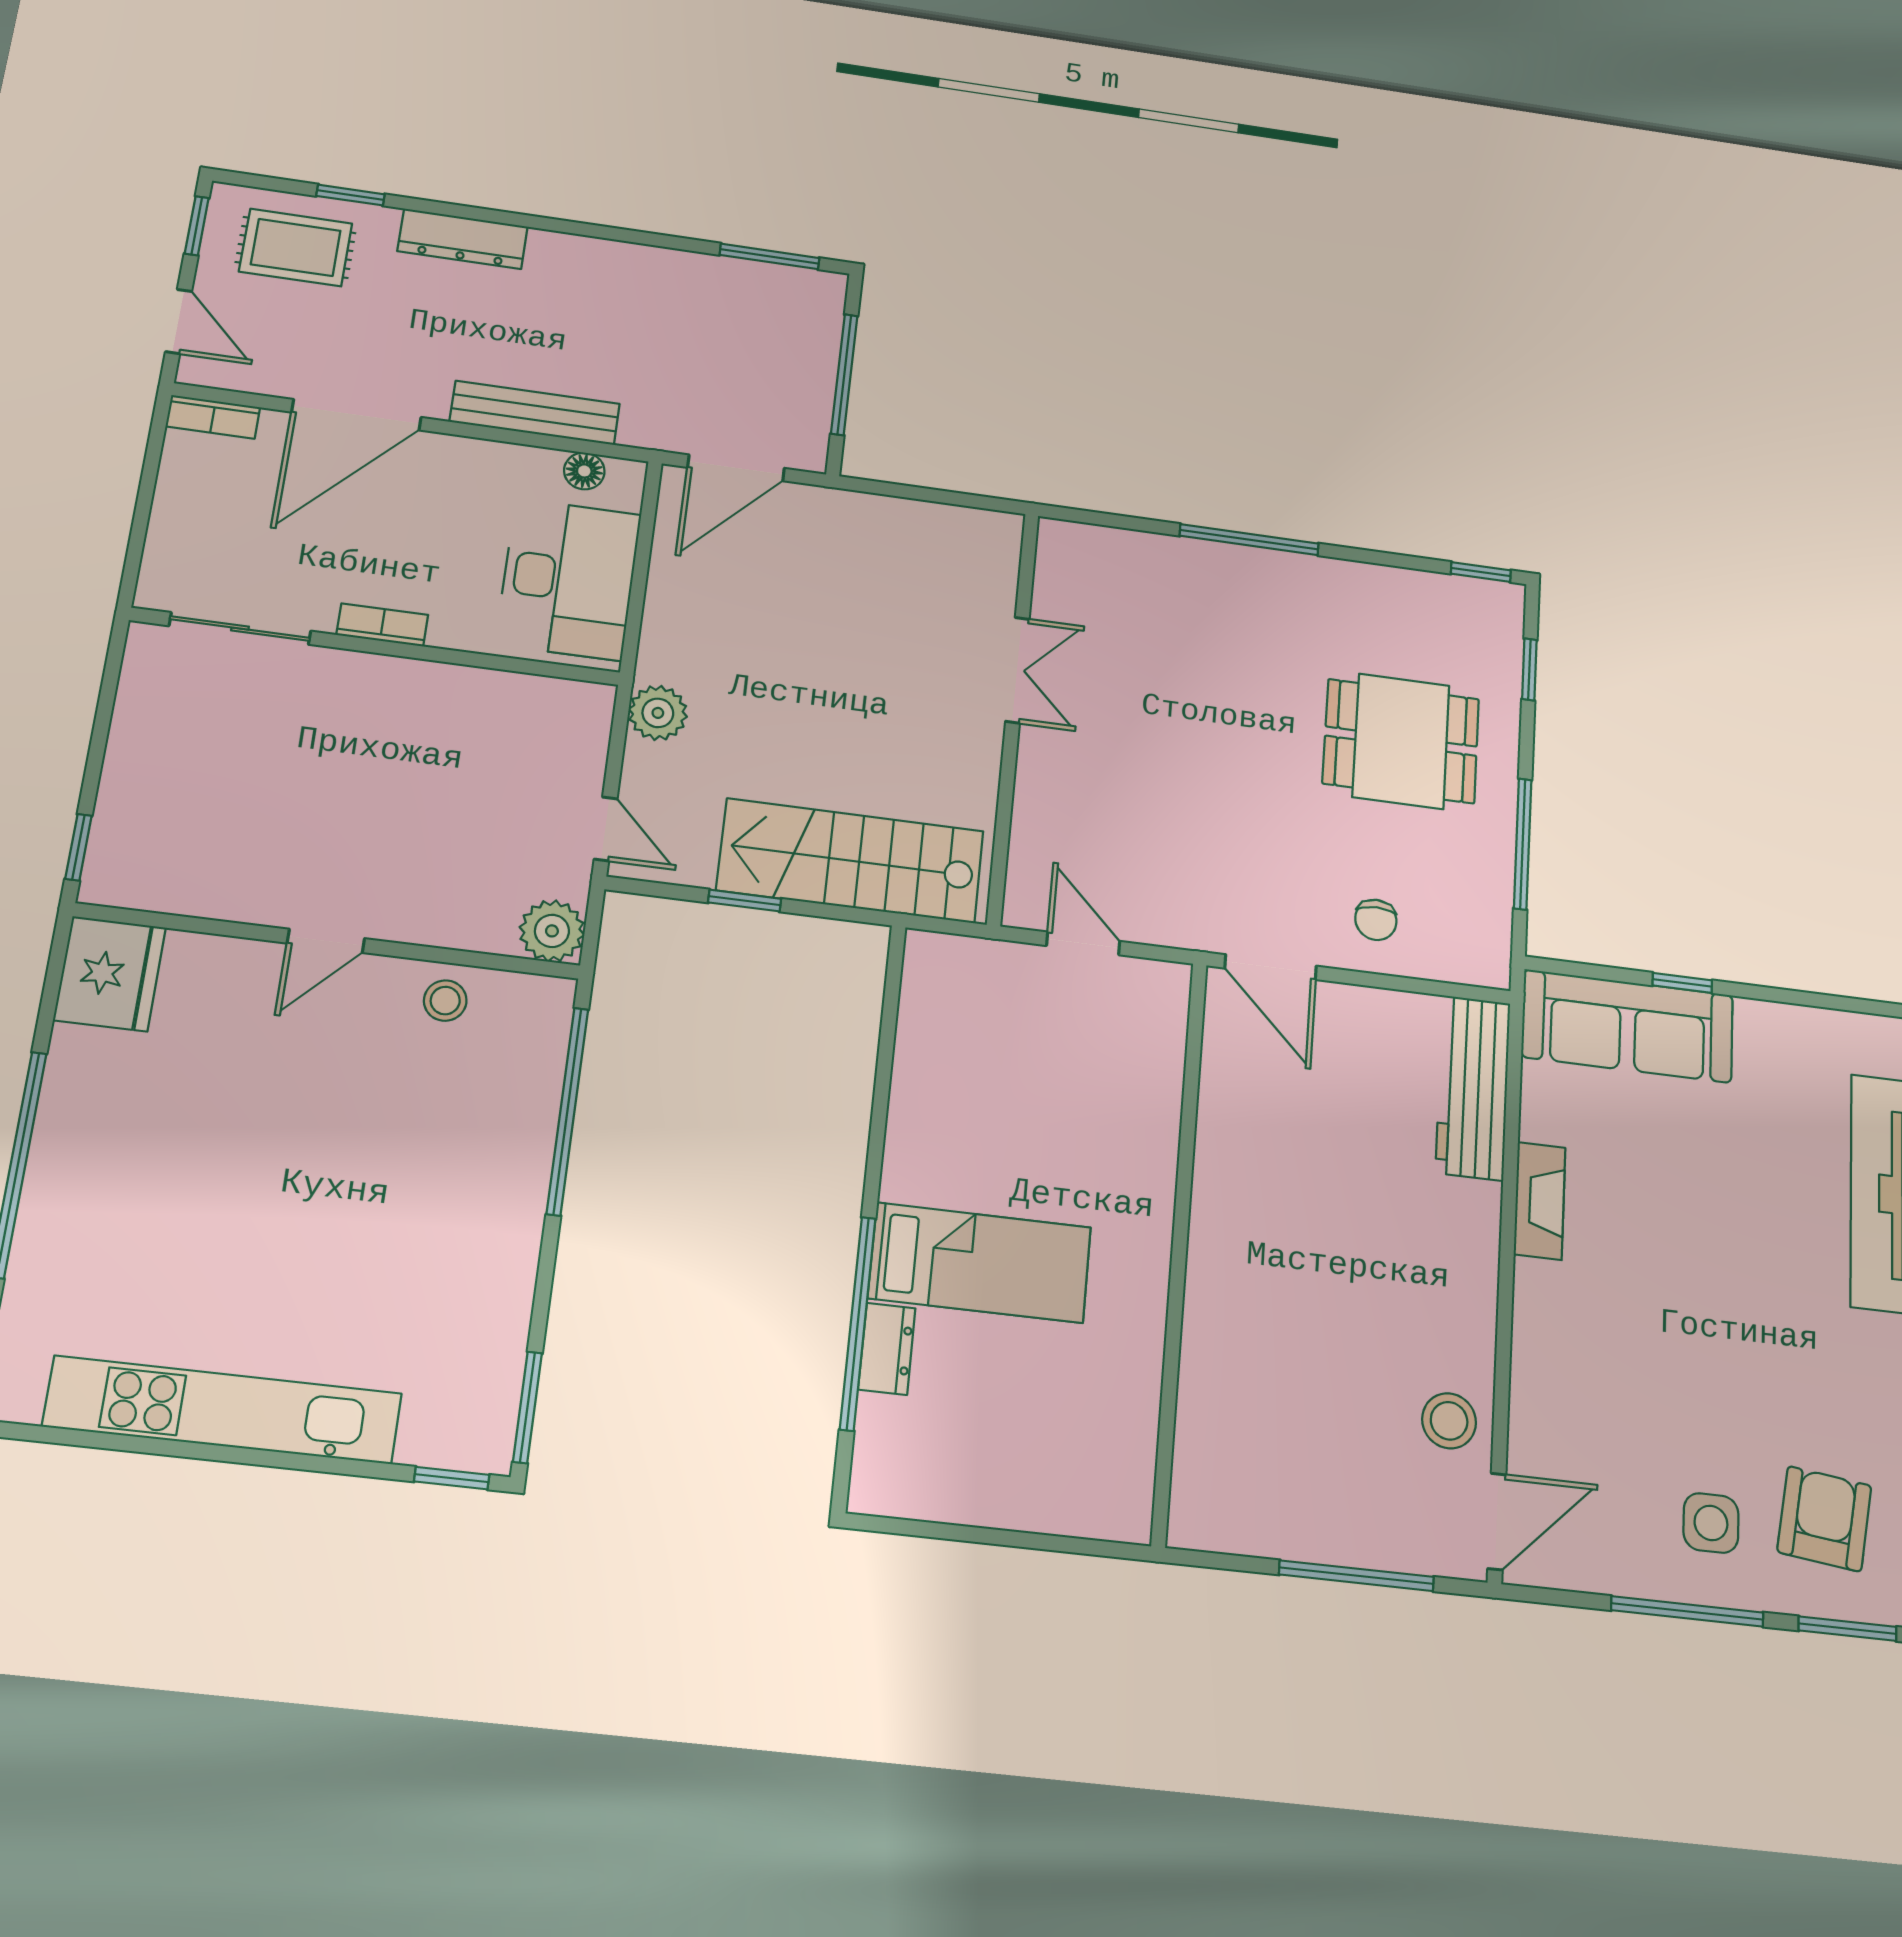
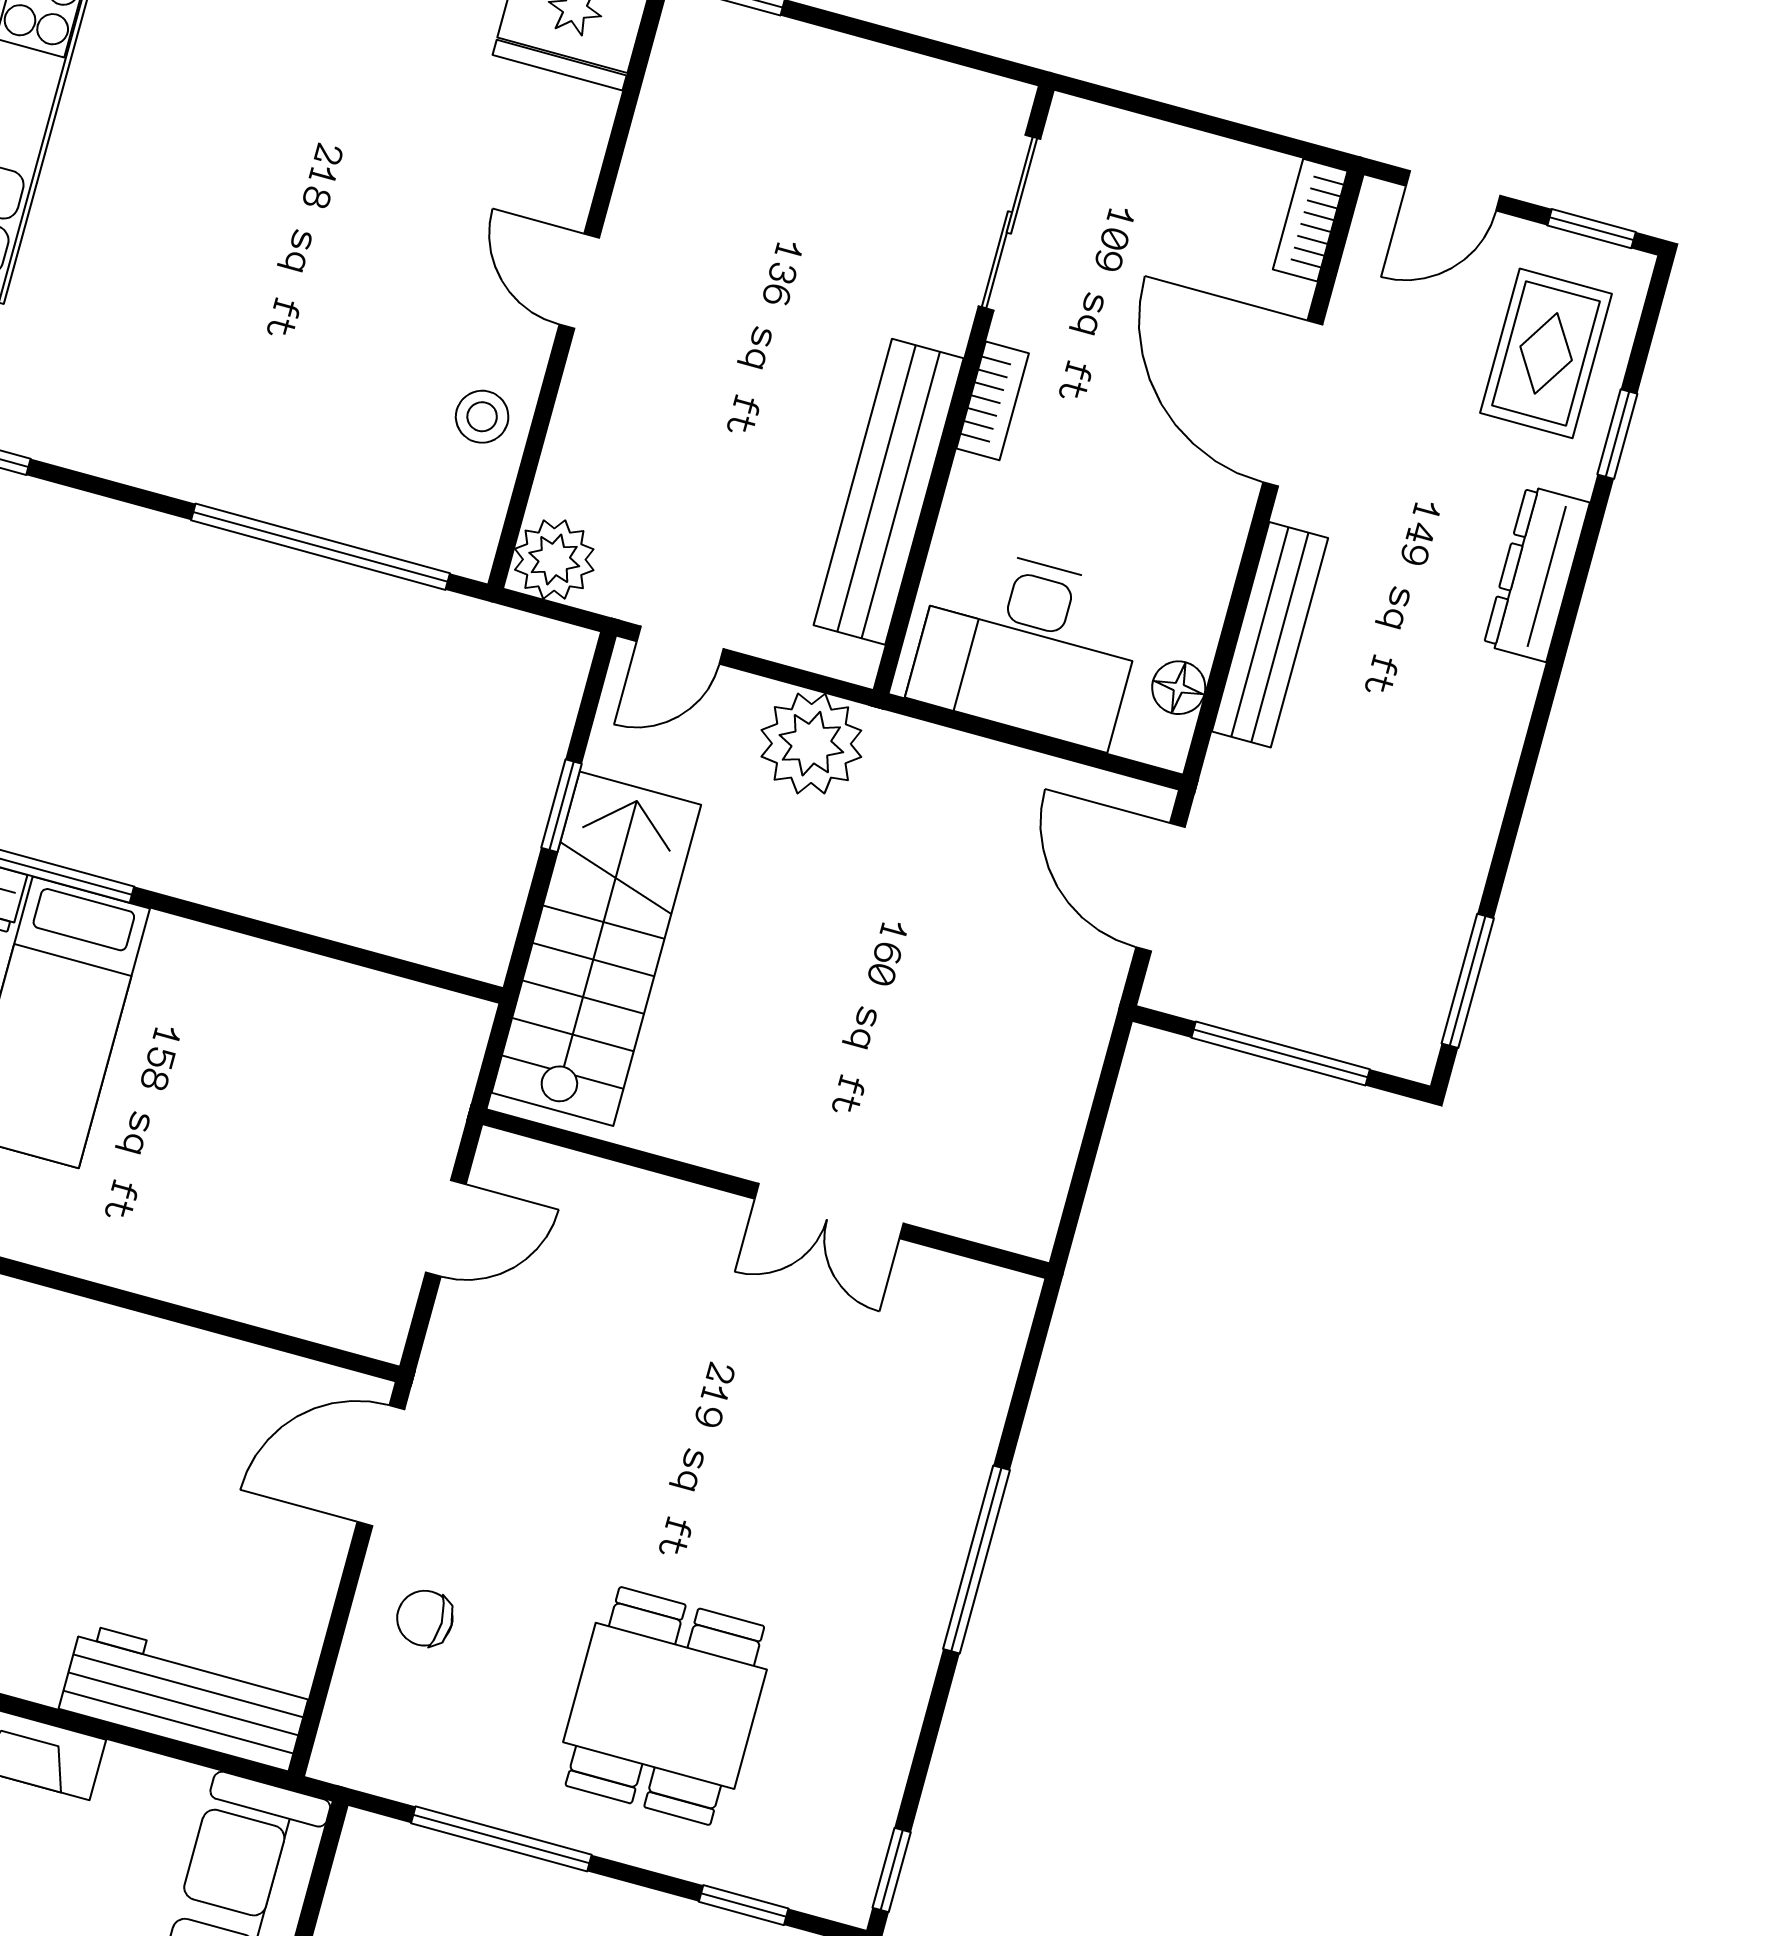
bench: (464, 691) -> (889, 492), added
plant: (658, 713) -> (811, 744), width x1.36, depth x1.36

